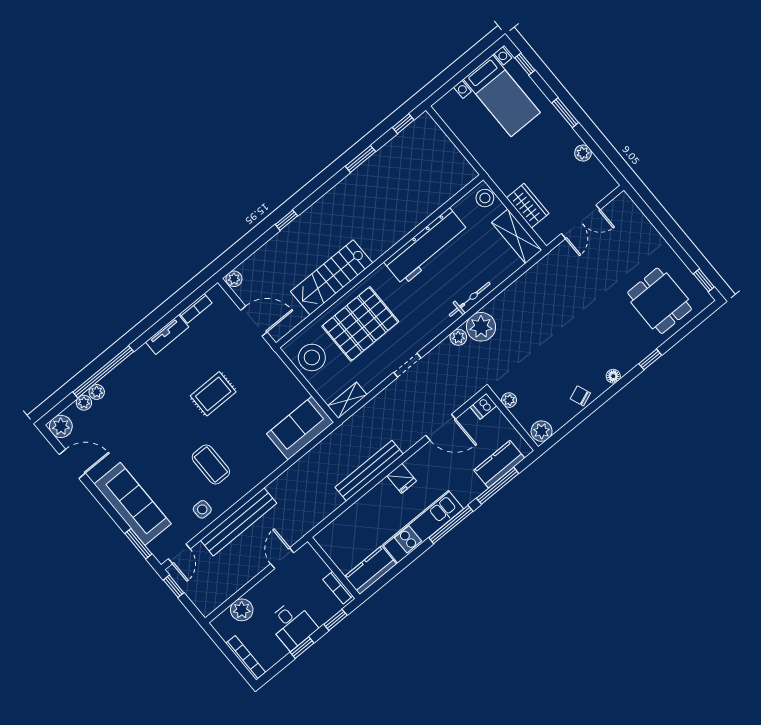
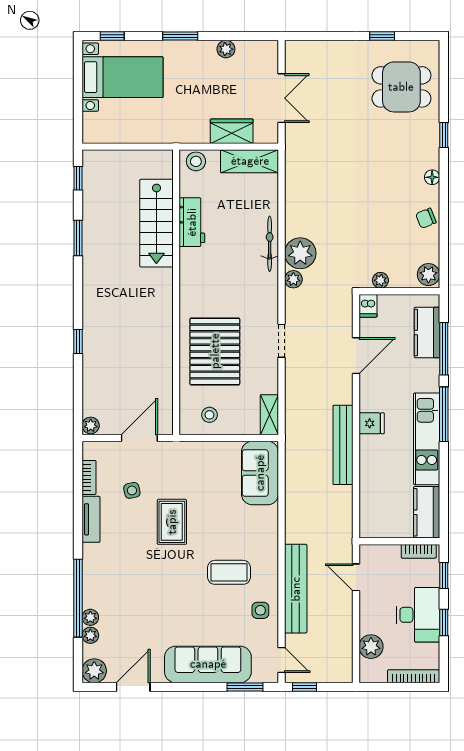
workbench: (426, 247) -> (192, 222), width x0.53, depth x0.76
stairs: (332, 277) -> (156, 223), moved
window: (704, 280) -> (382, 36), moved
side table: (212, 347) -> (132, 490), added
stool: (312, 357) -> (209, 415), width x0.53, depth x0.53
desk: (292, 625) -> (418, 615), width x1.37

